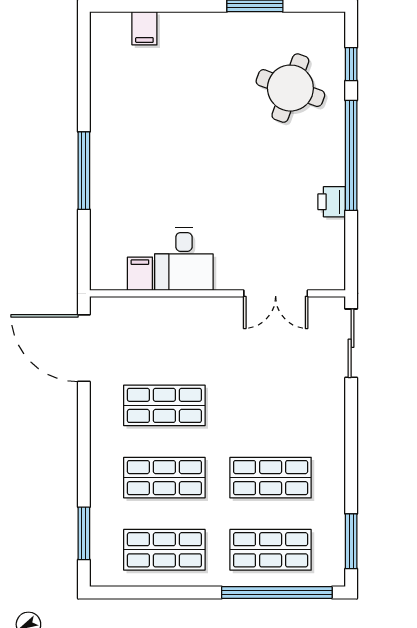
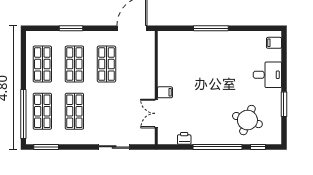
filing cabinet: (144, 28) -> (274, 43), moved
printer: (332, 202) -> (184, 138), moved
desk: (184, 259) -> (267, 75), moved, turned 180
filing cabinet: (140, 274) -> (165, 92), moved
sliding door: (351, 343) -> (114, 147), moved
window: (84, 533) -> (71, 28), moved

